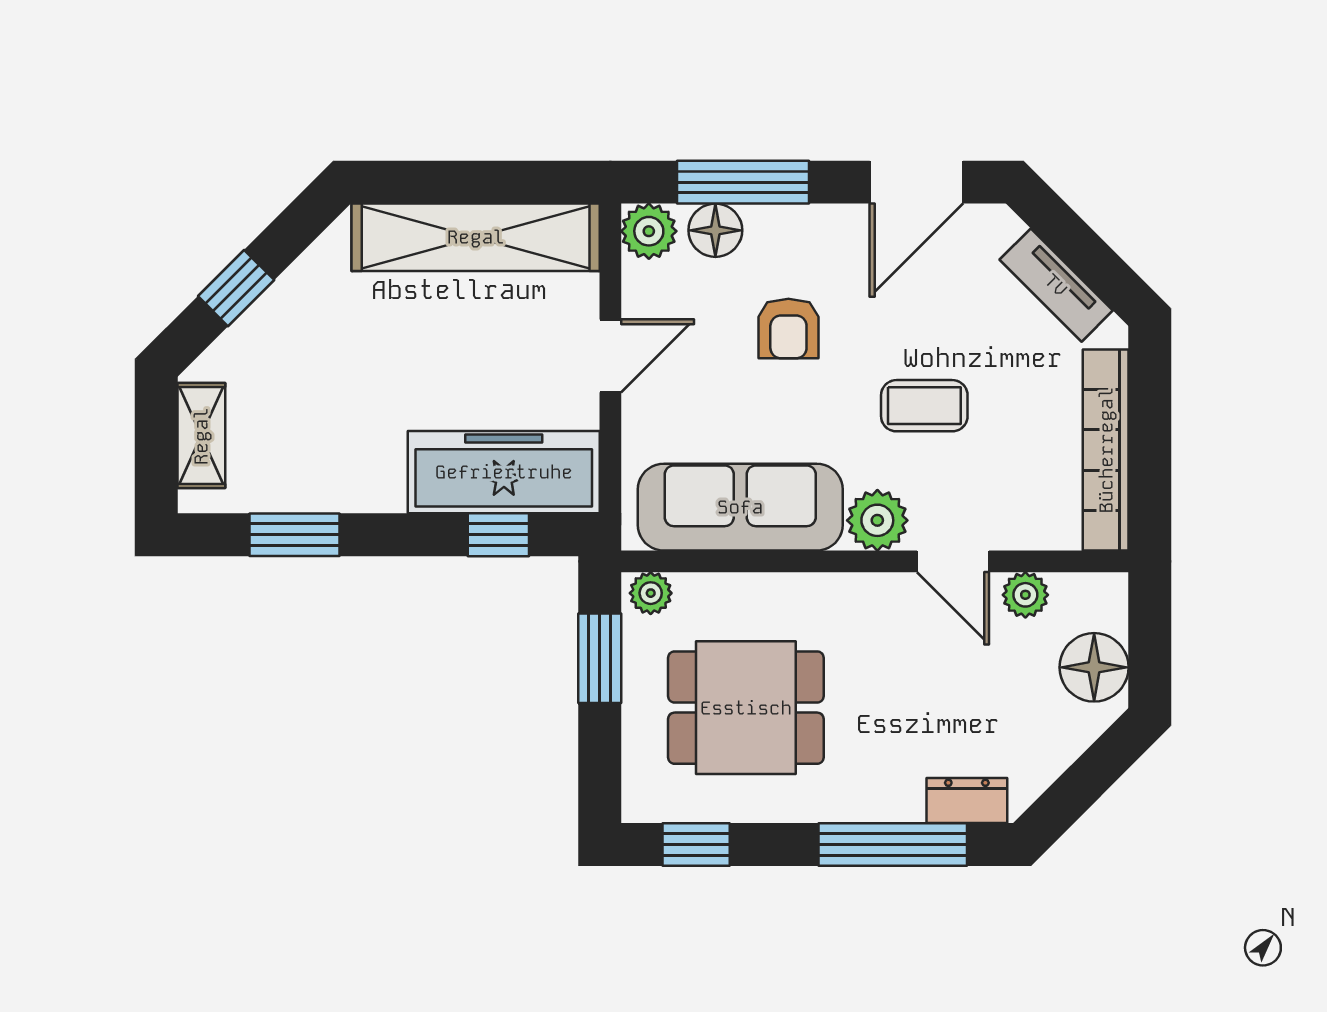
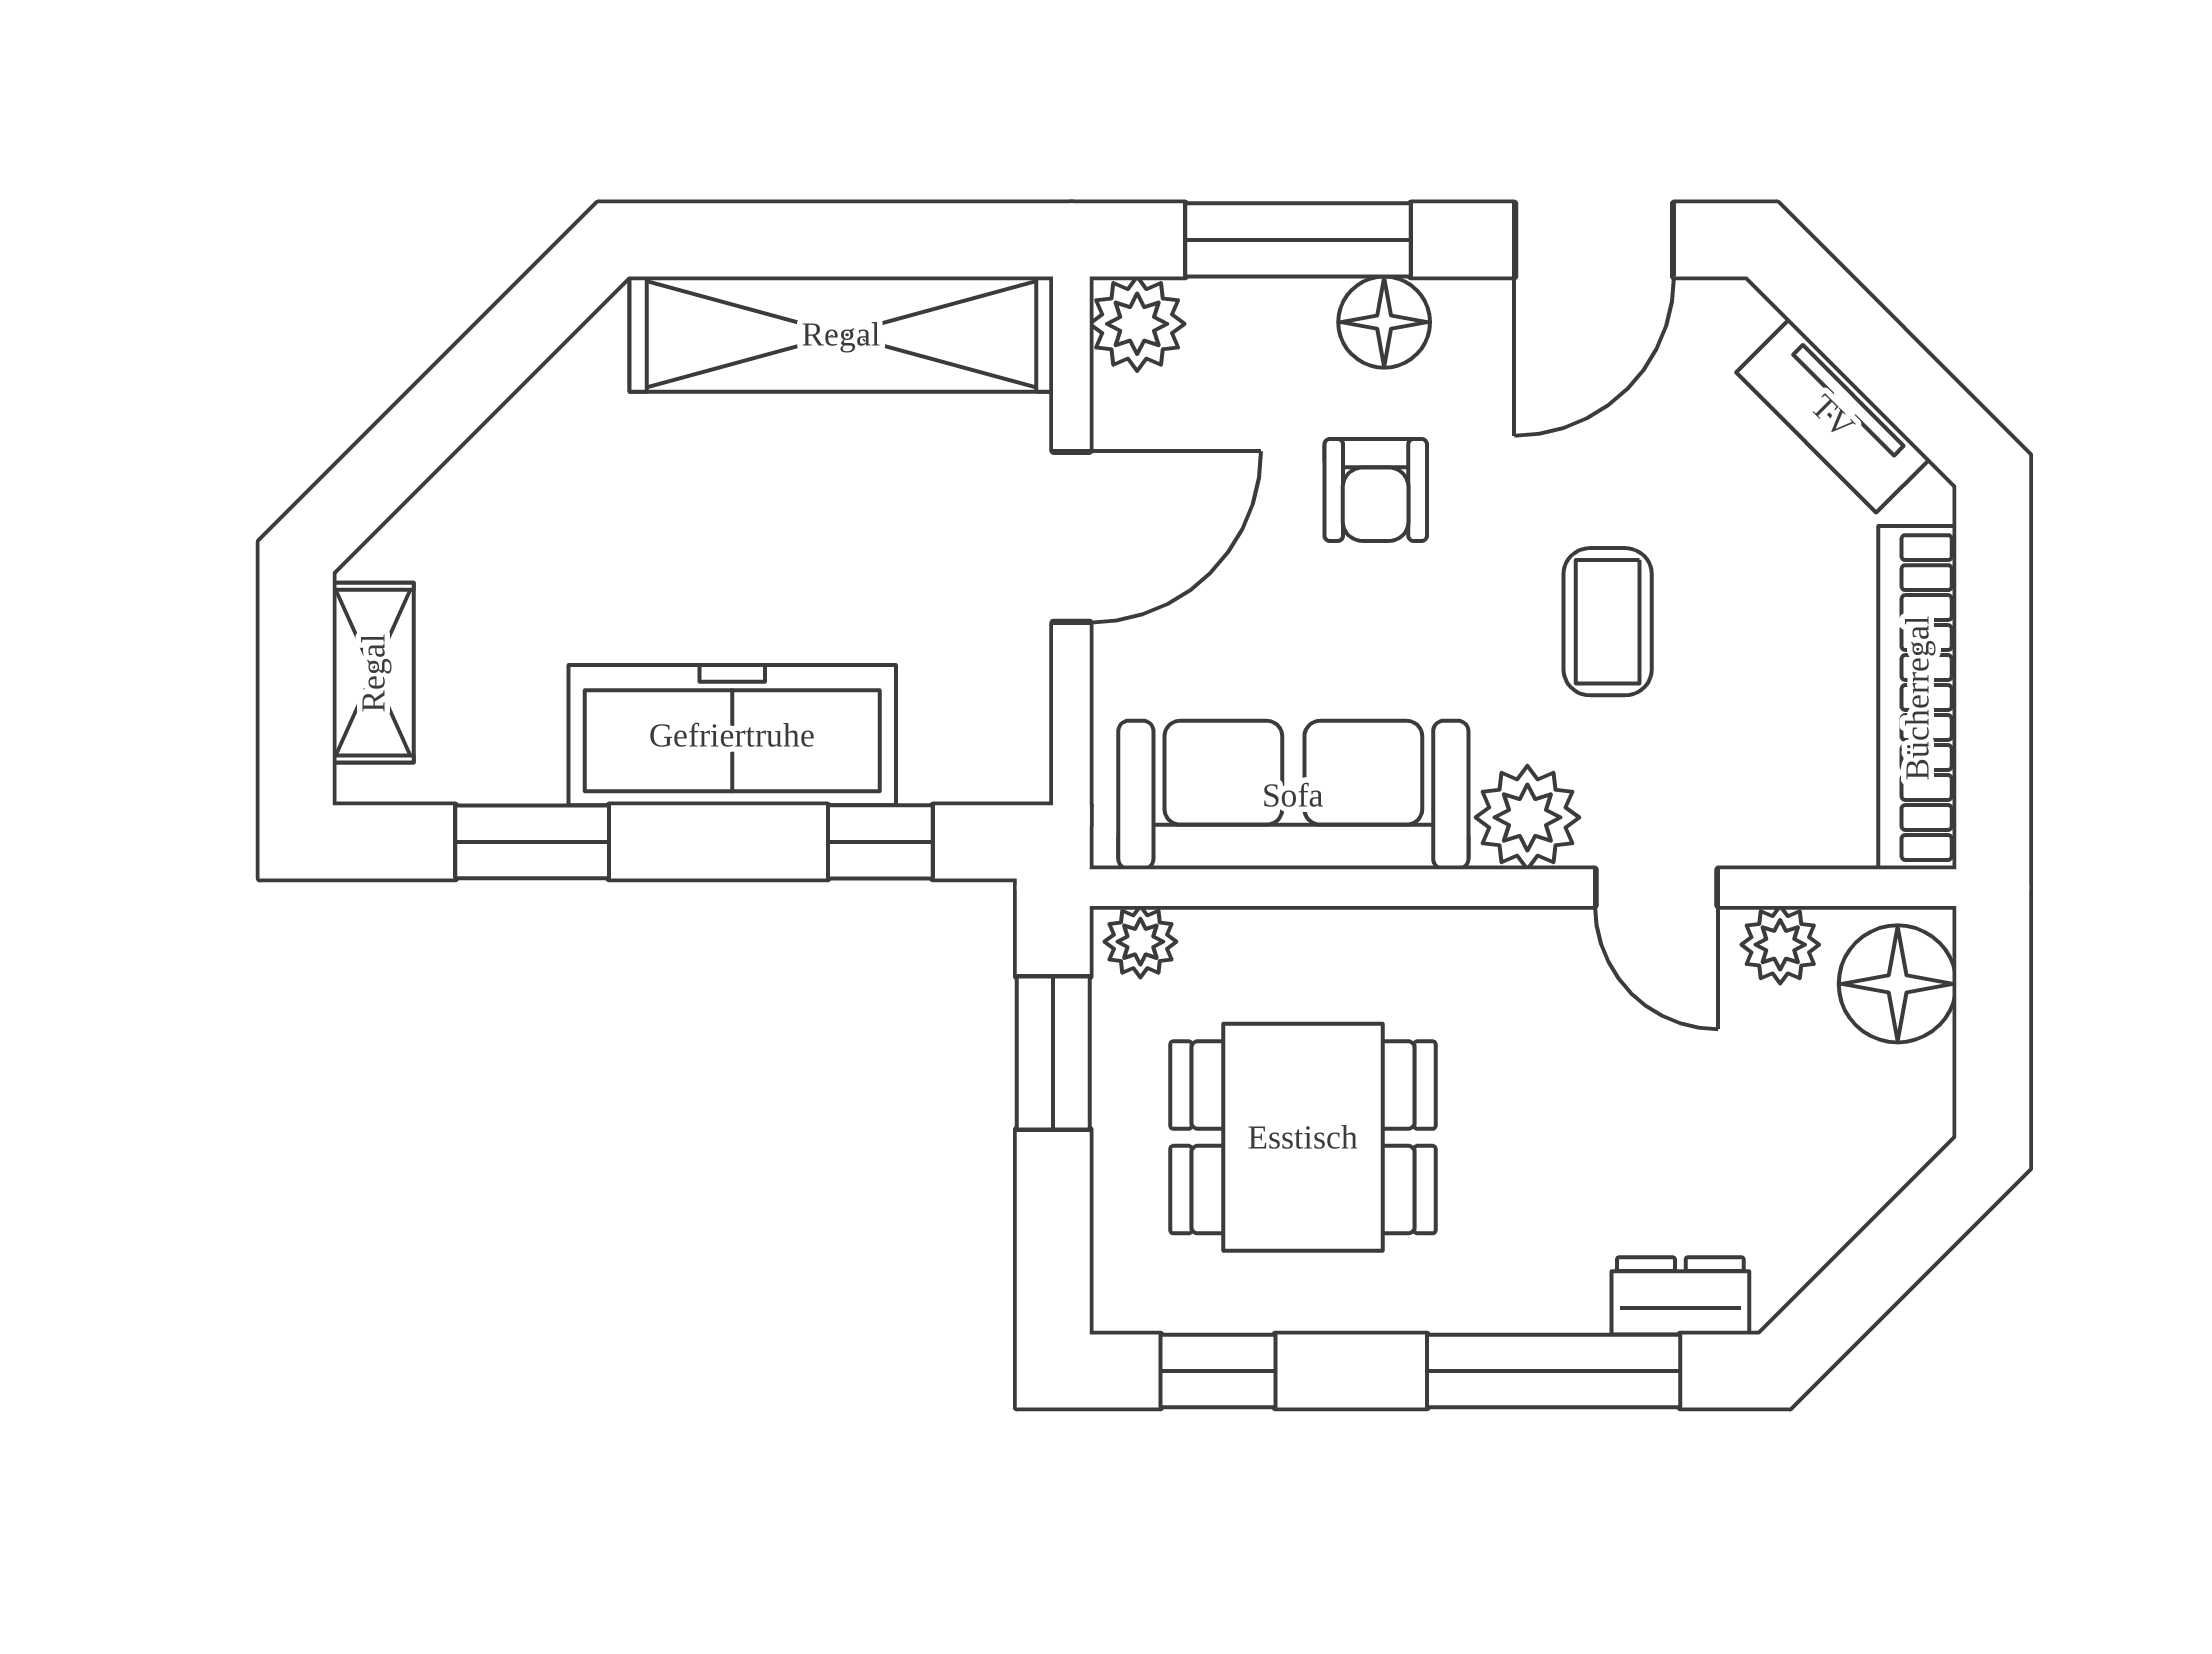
floor lamp: (715, 230) -> (1384, 322), moved
window: (236, 288) -> (432, 421), removed
door: (610, 356) -> (1071, 537), width x1.38
coffee table: (924, 406) -> (1608, 622), turned 90
freezer: (504, 472) -> (732, 735), moved
floor lamp: (1094, 667) -> (1898, 984), moved

